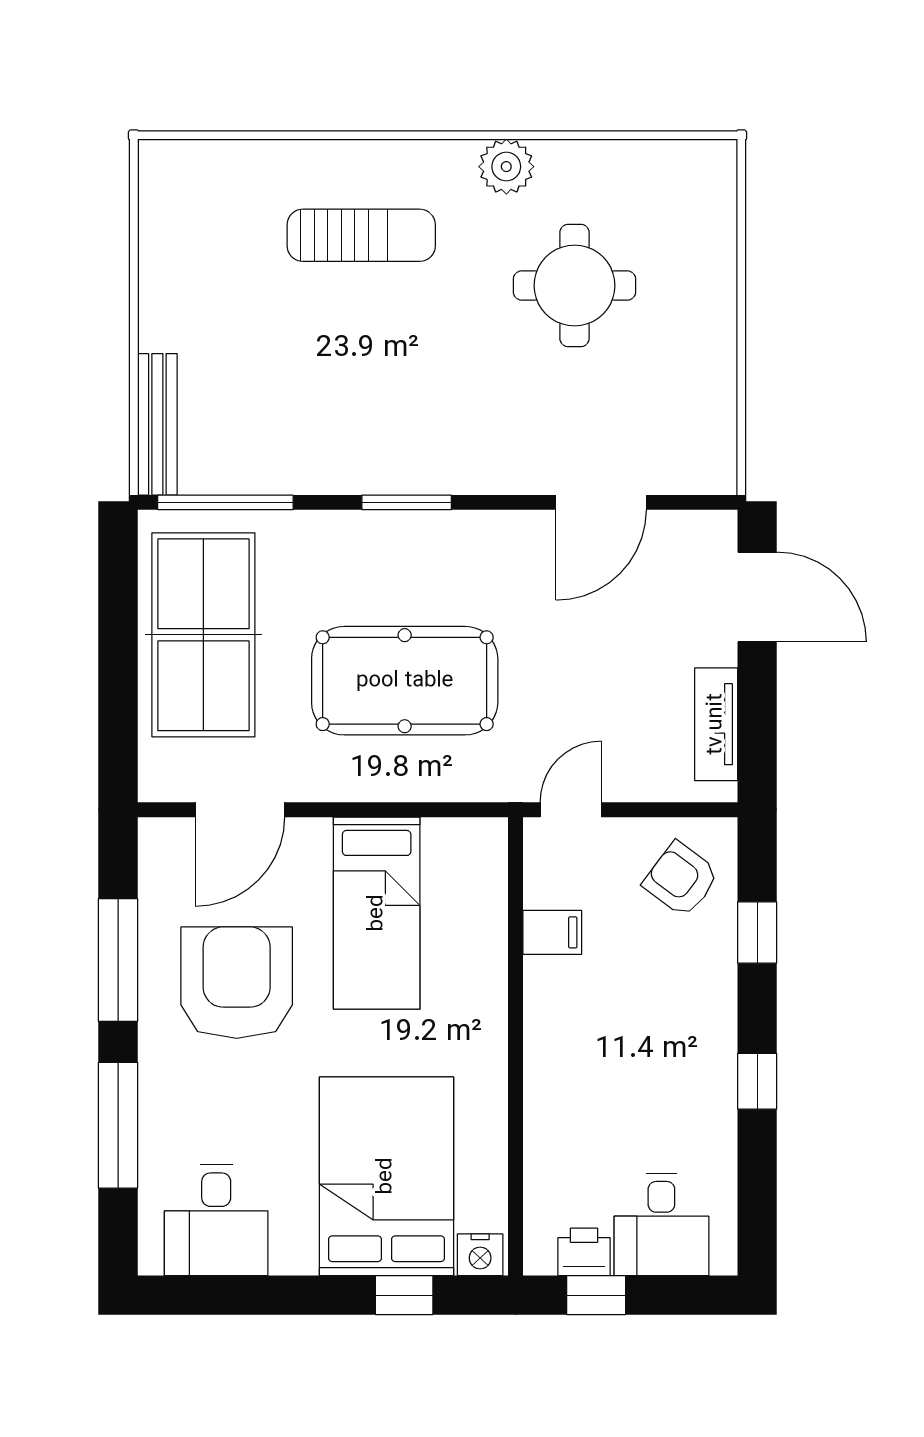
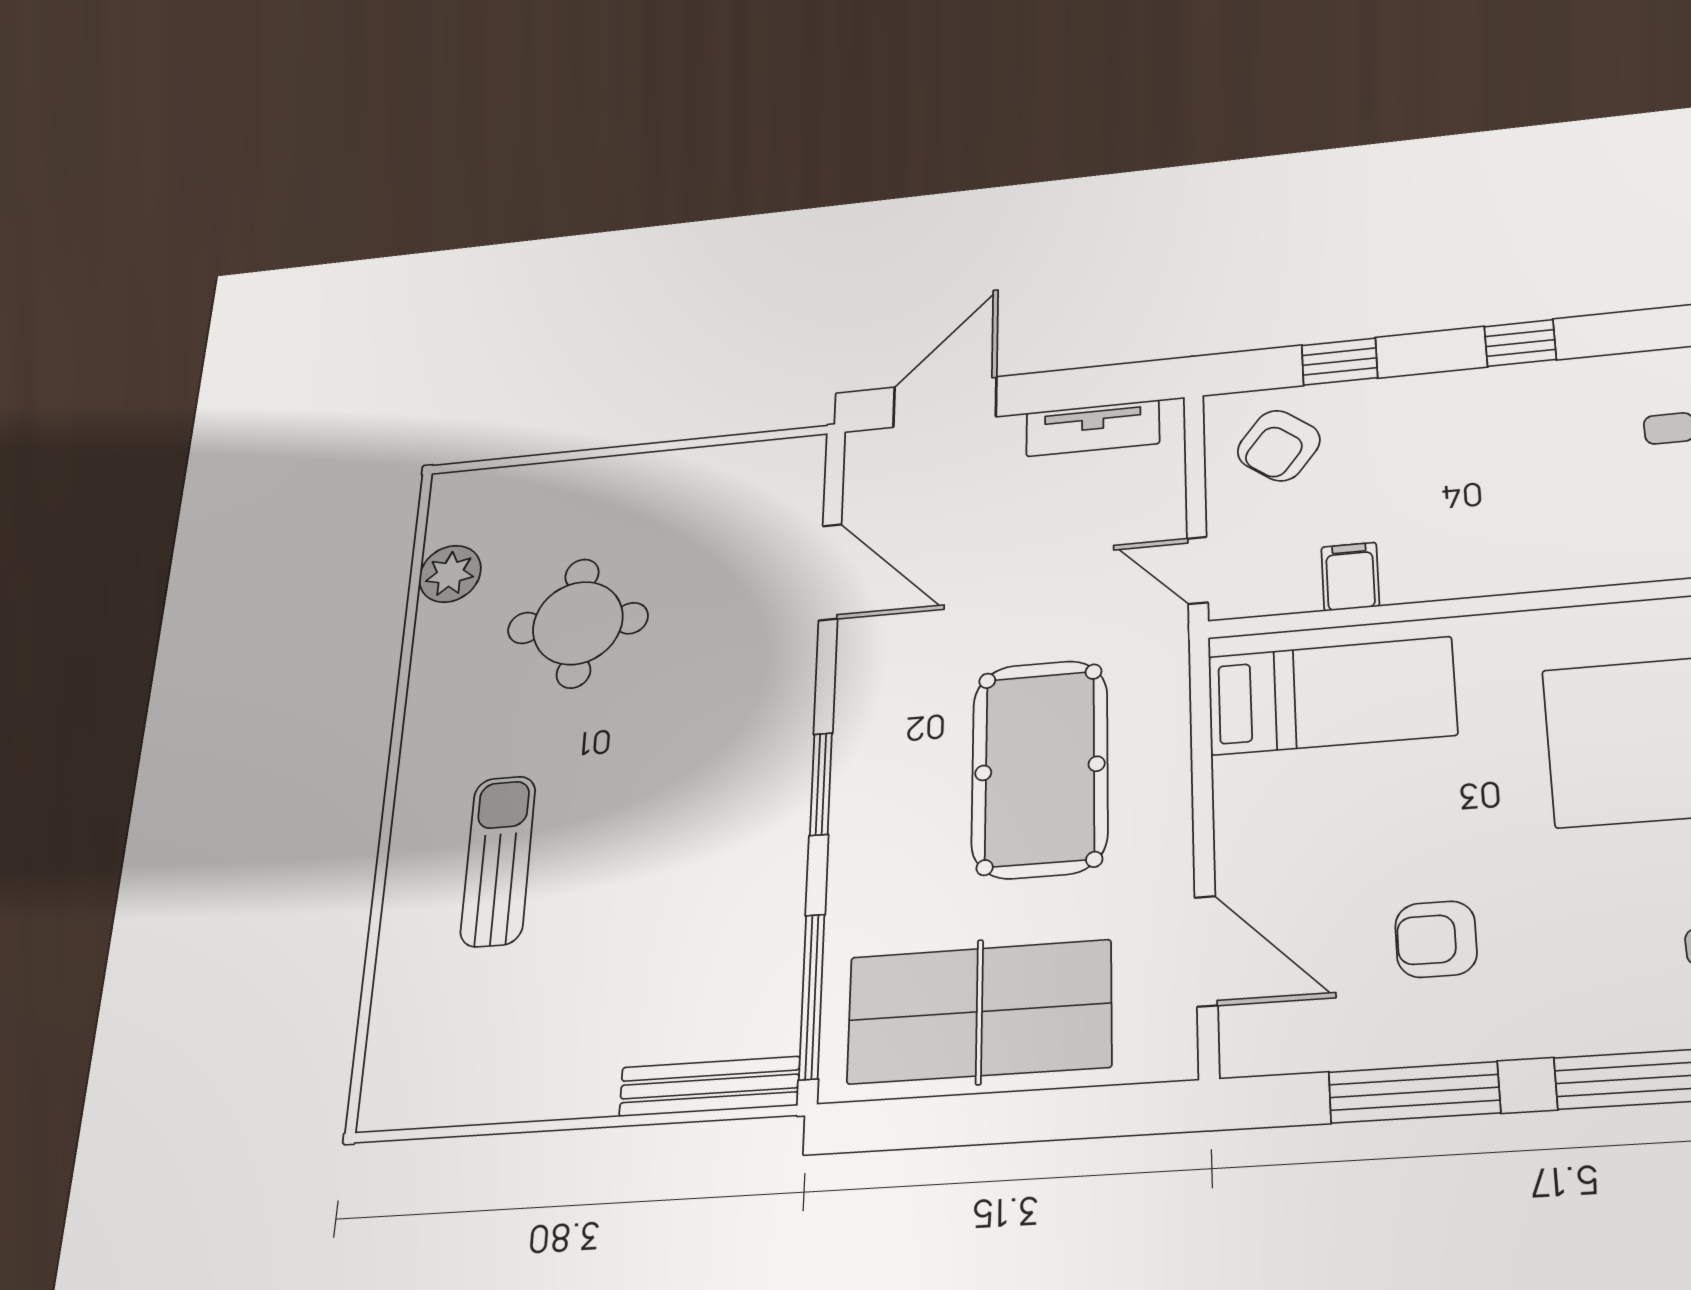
plant: (506, 167) -> (450, 574), moved
bed: (377, 913) -> (1331, 696), moved
armchair: (237, 983) -> (1436, 939), width x0.53, depth x0.53

